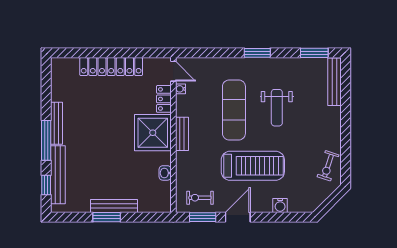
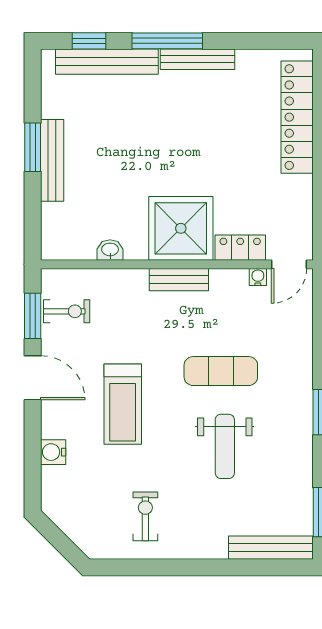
locker: (111, 67) -> (297, 117), moved
weight bench: (277, 108) -> (225, 446), turned -90
exercise mat: (234, 110) -> (221, 371), width x0.73, depth x0.69
treadmill: (253, 166) -> (123, 404), width x0.73, depth x0.73
exercise bike: (328, 166) -> (145, 516), moved, turned 72
exercise bike: (200, 198) -> (67, 311), turned 90

